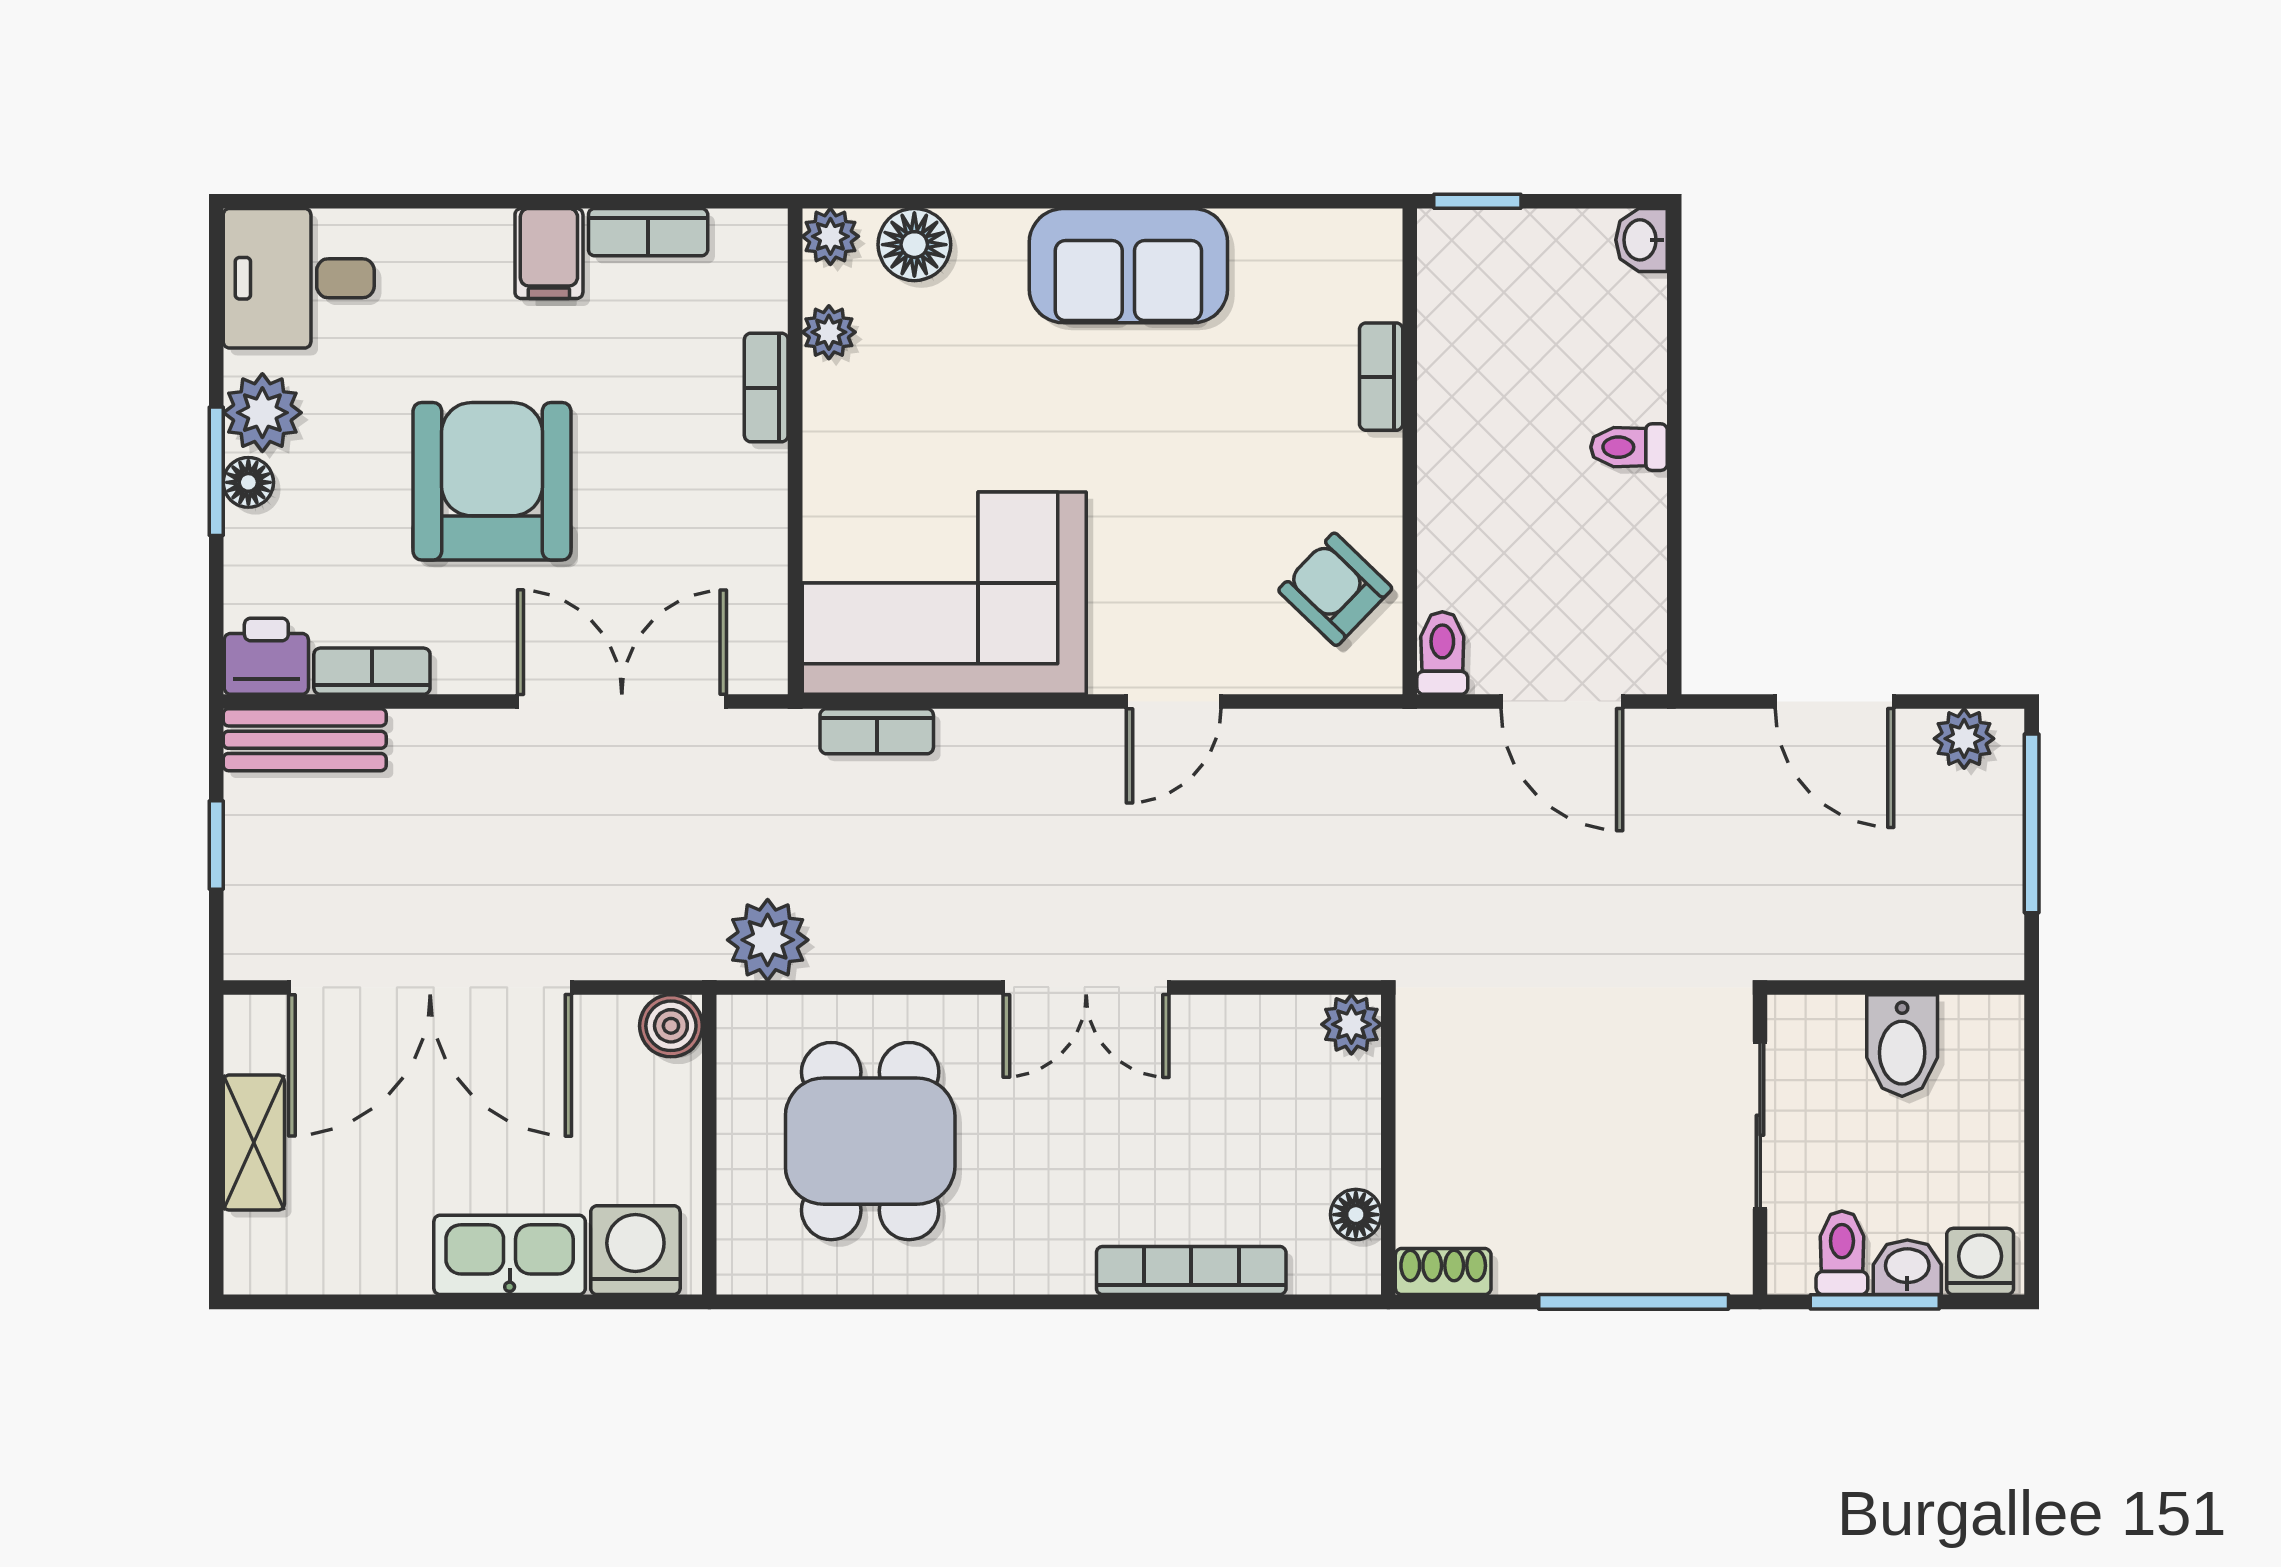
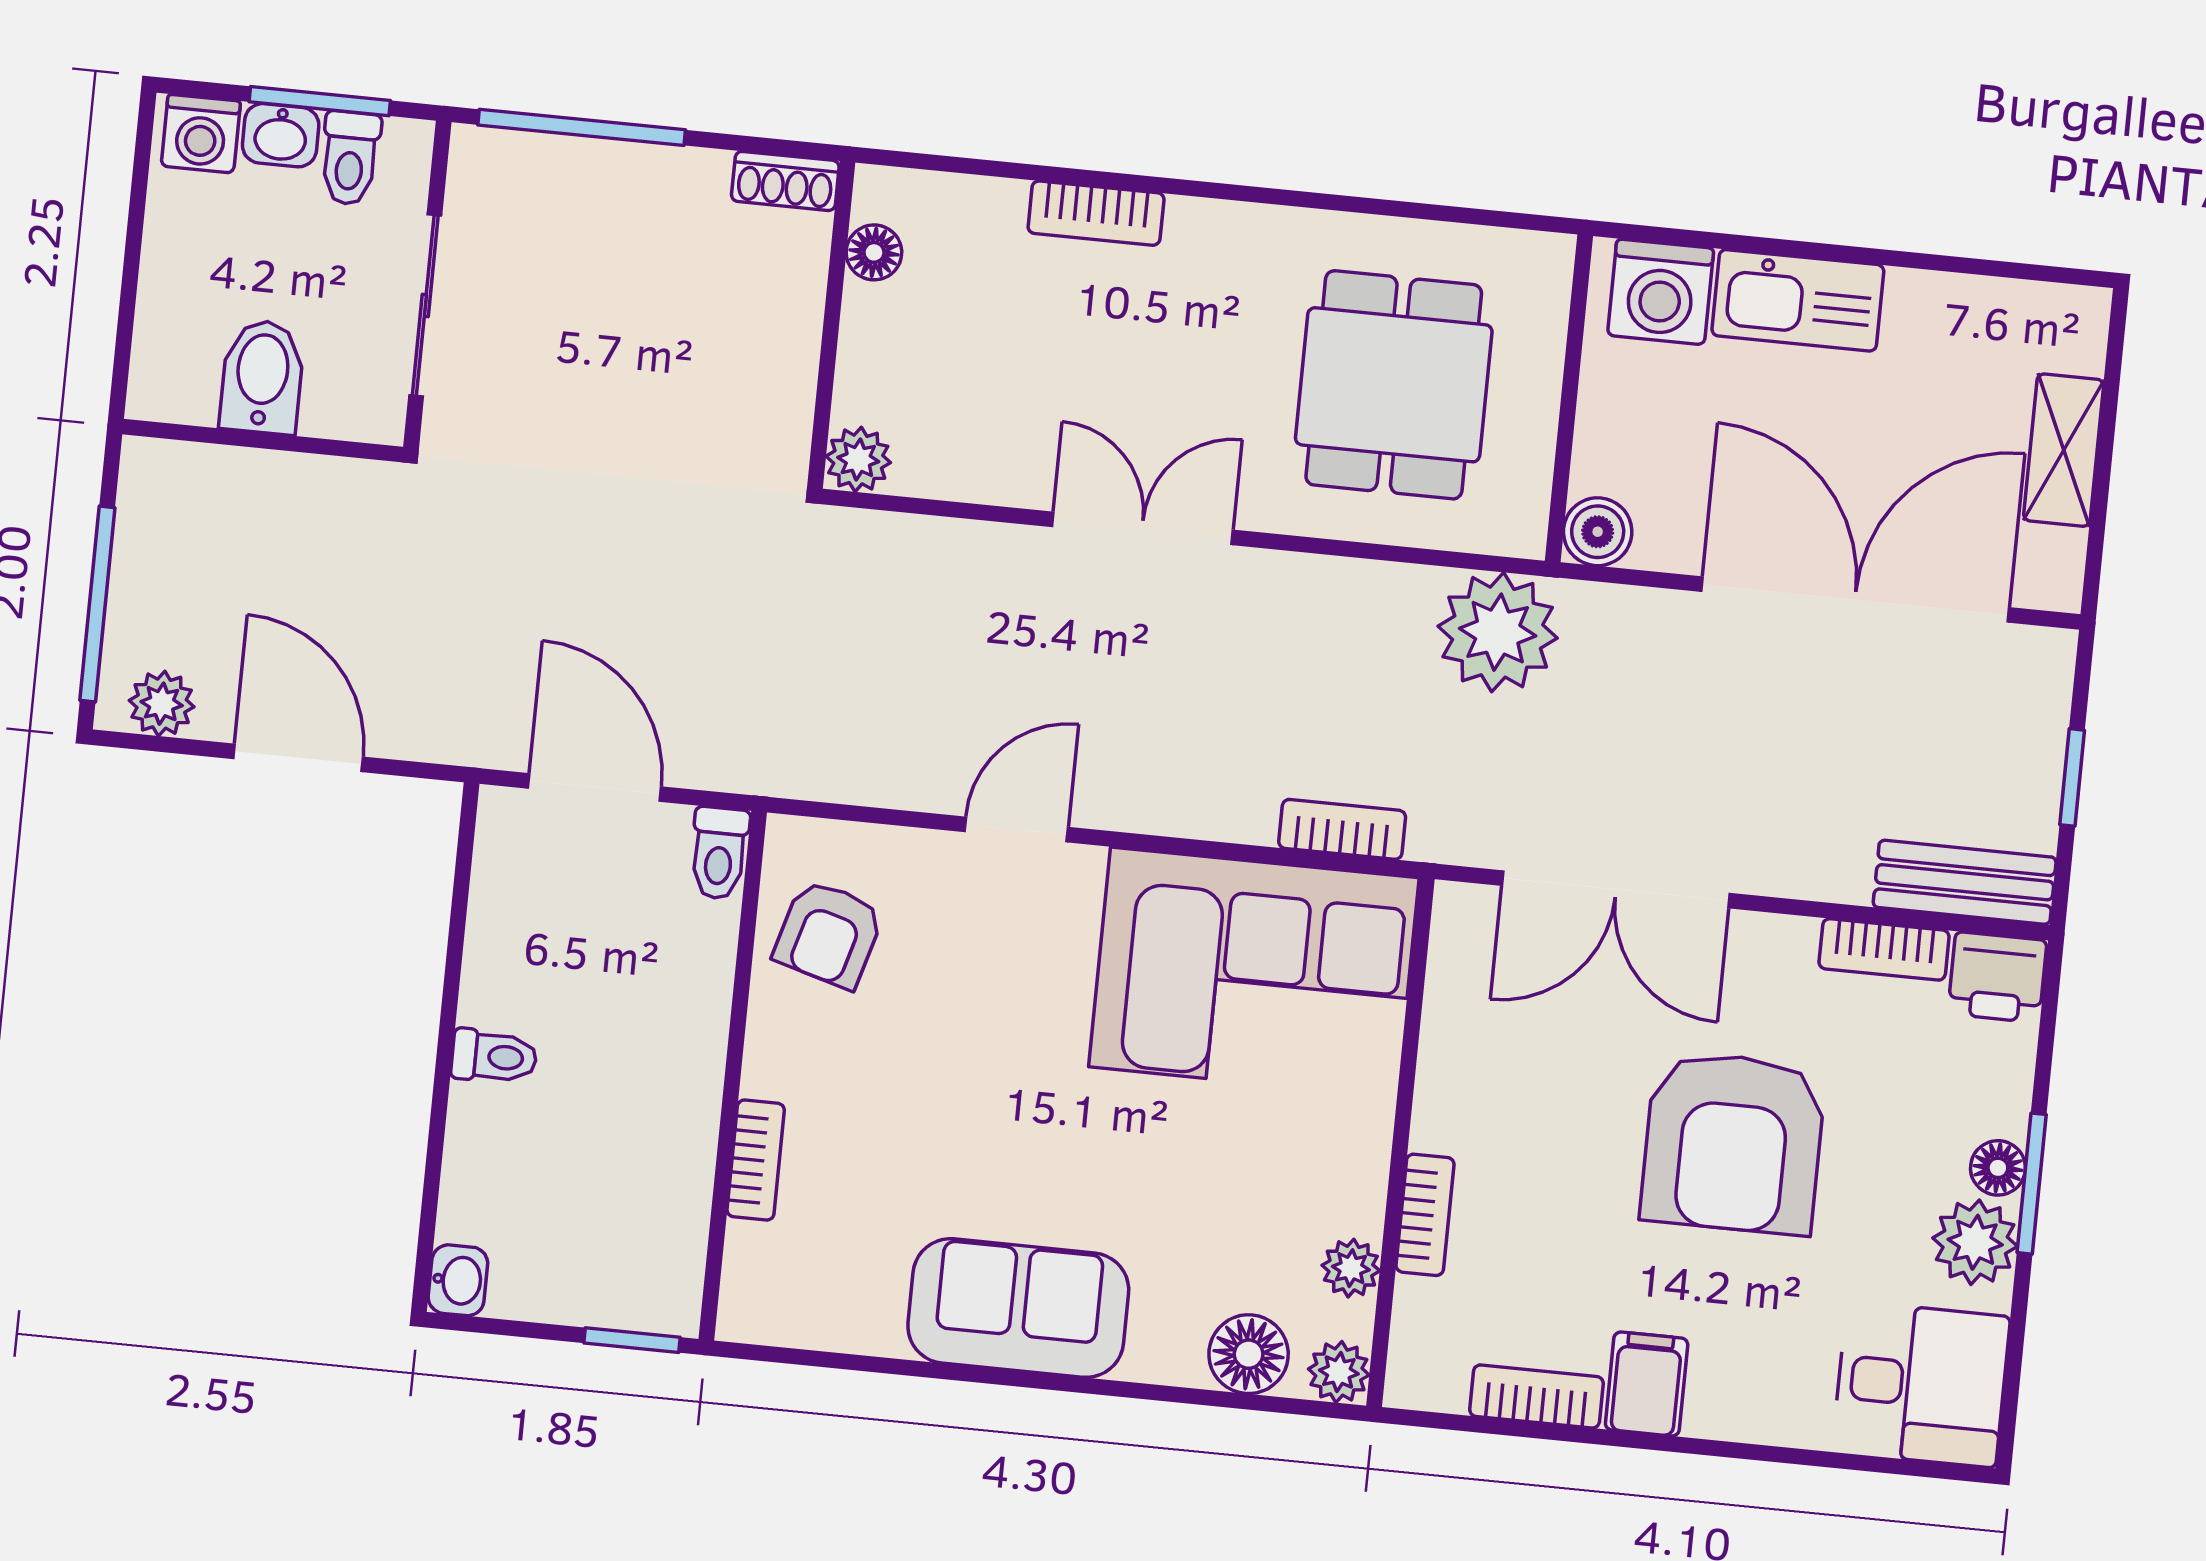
armchair: (1335, 589) -> (829, 934), turned 62
plant: (768, 940) -> (1498, 632), width x1.36, depth x1.36
bookcase: (1191, 1271) -> (1096, 213), width x0.64

